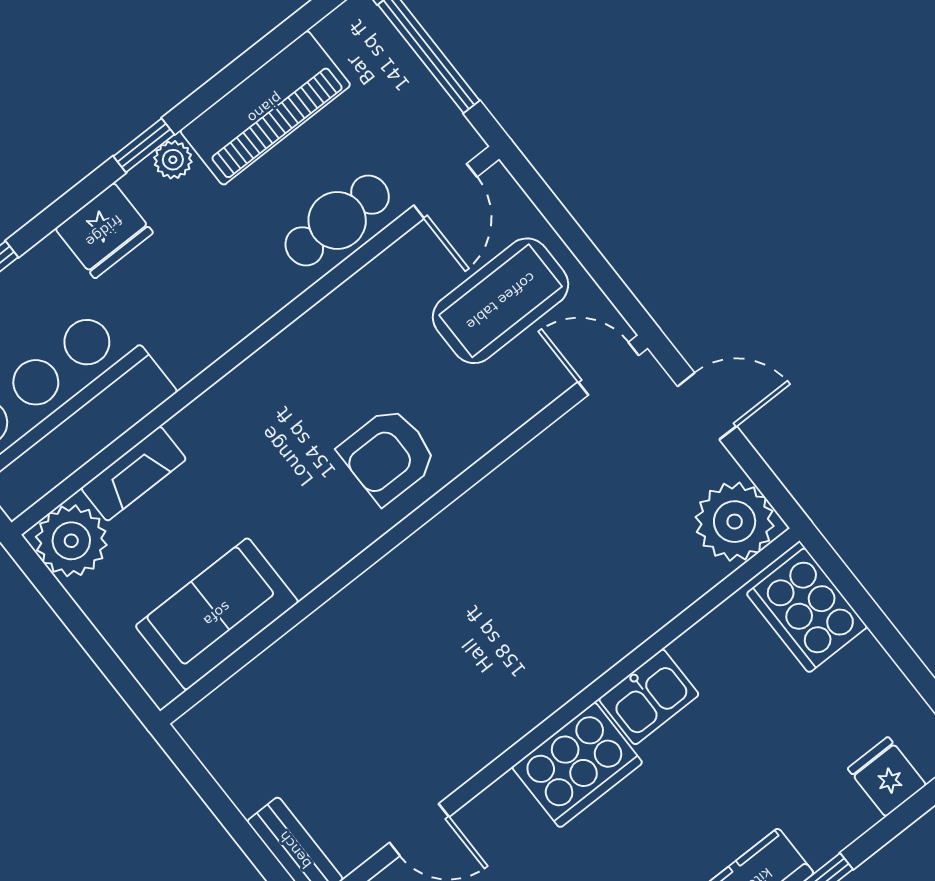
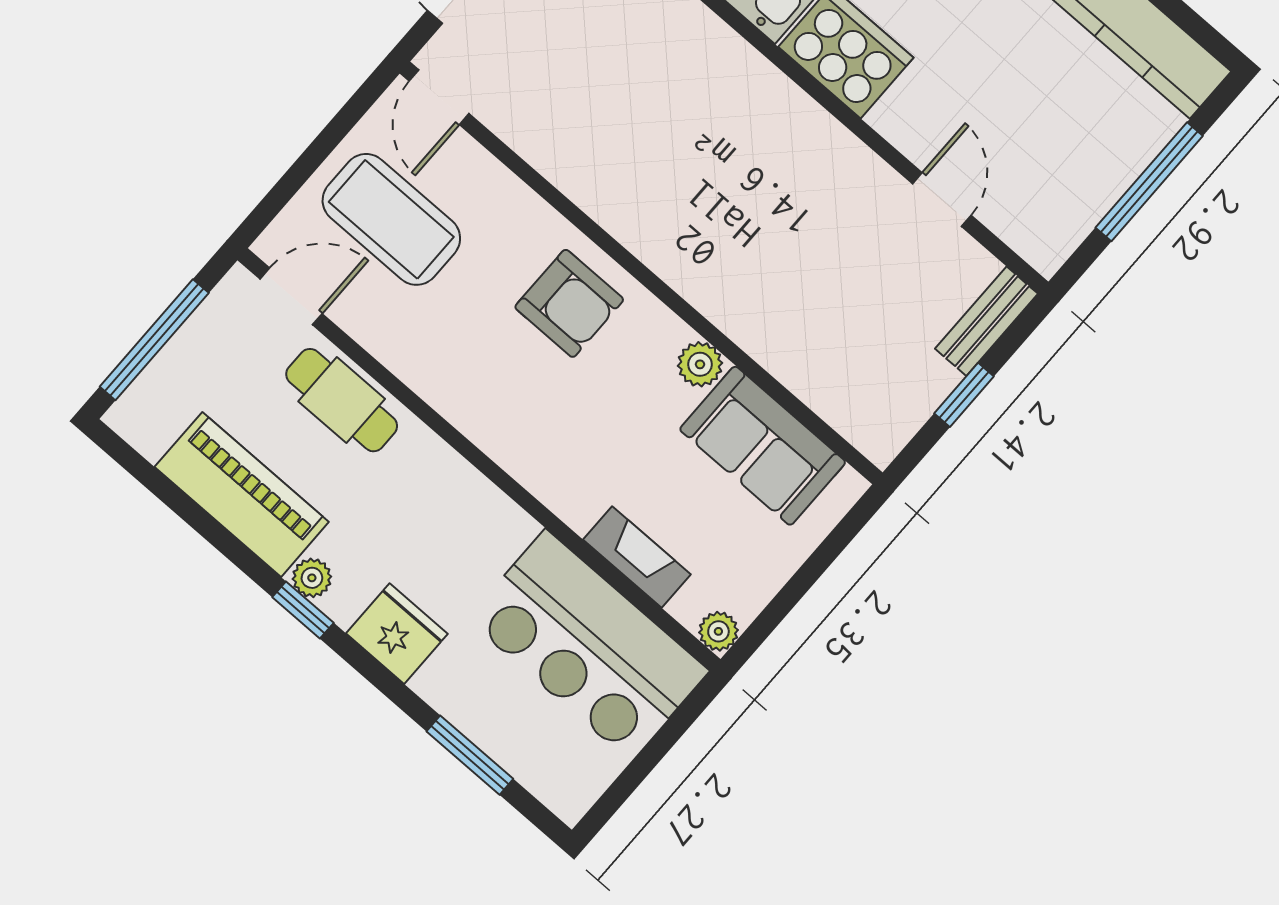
plant: (71, 541) -> (718, 631), width x0.53, depth x0.53
plant: (306, 569) -> (700, 364), added
window: (229, 815) -> (964, 395), added

